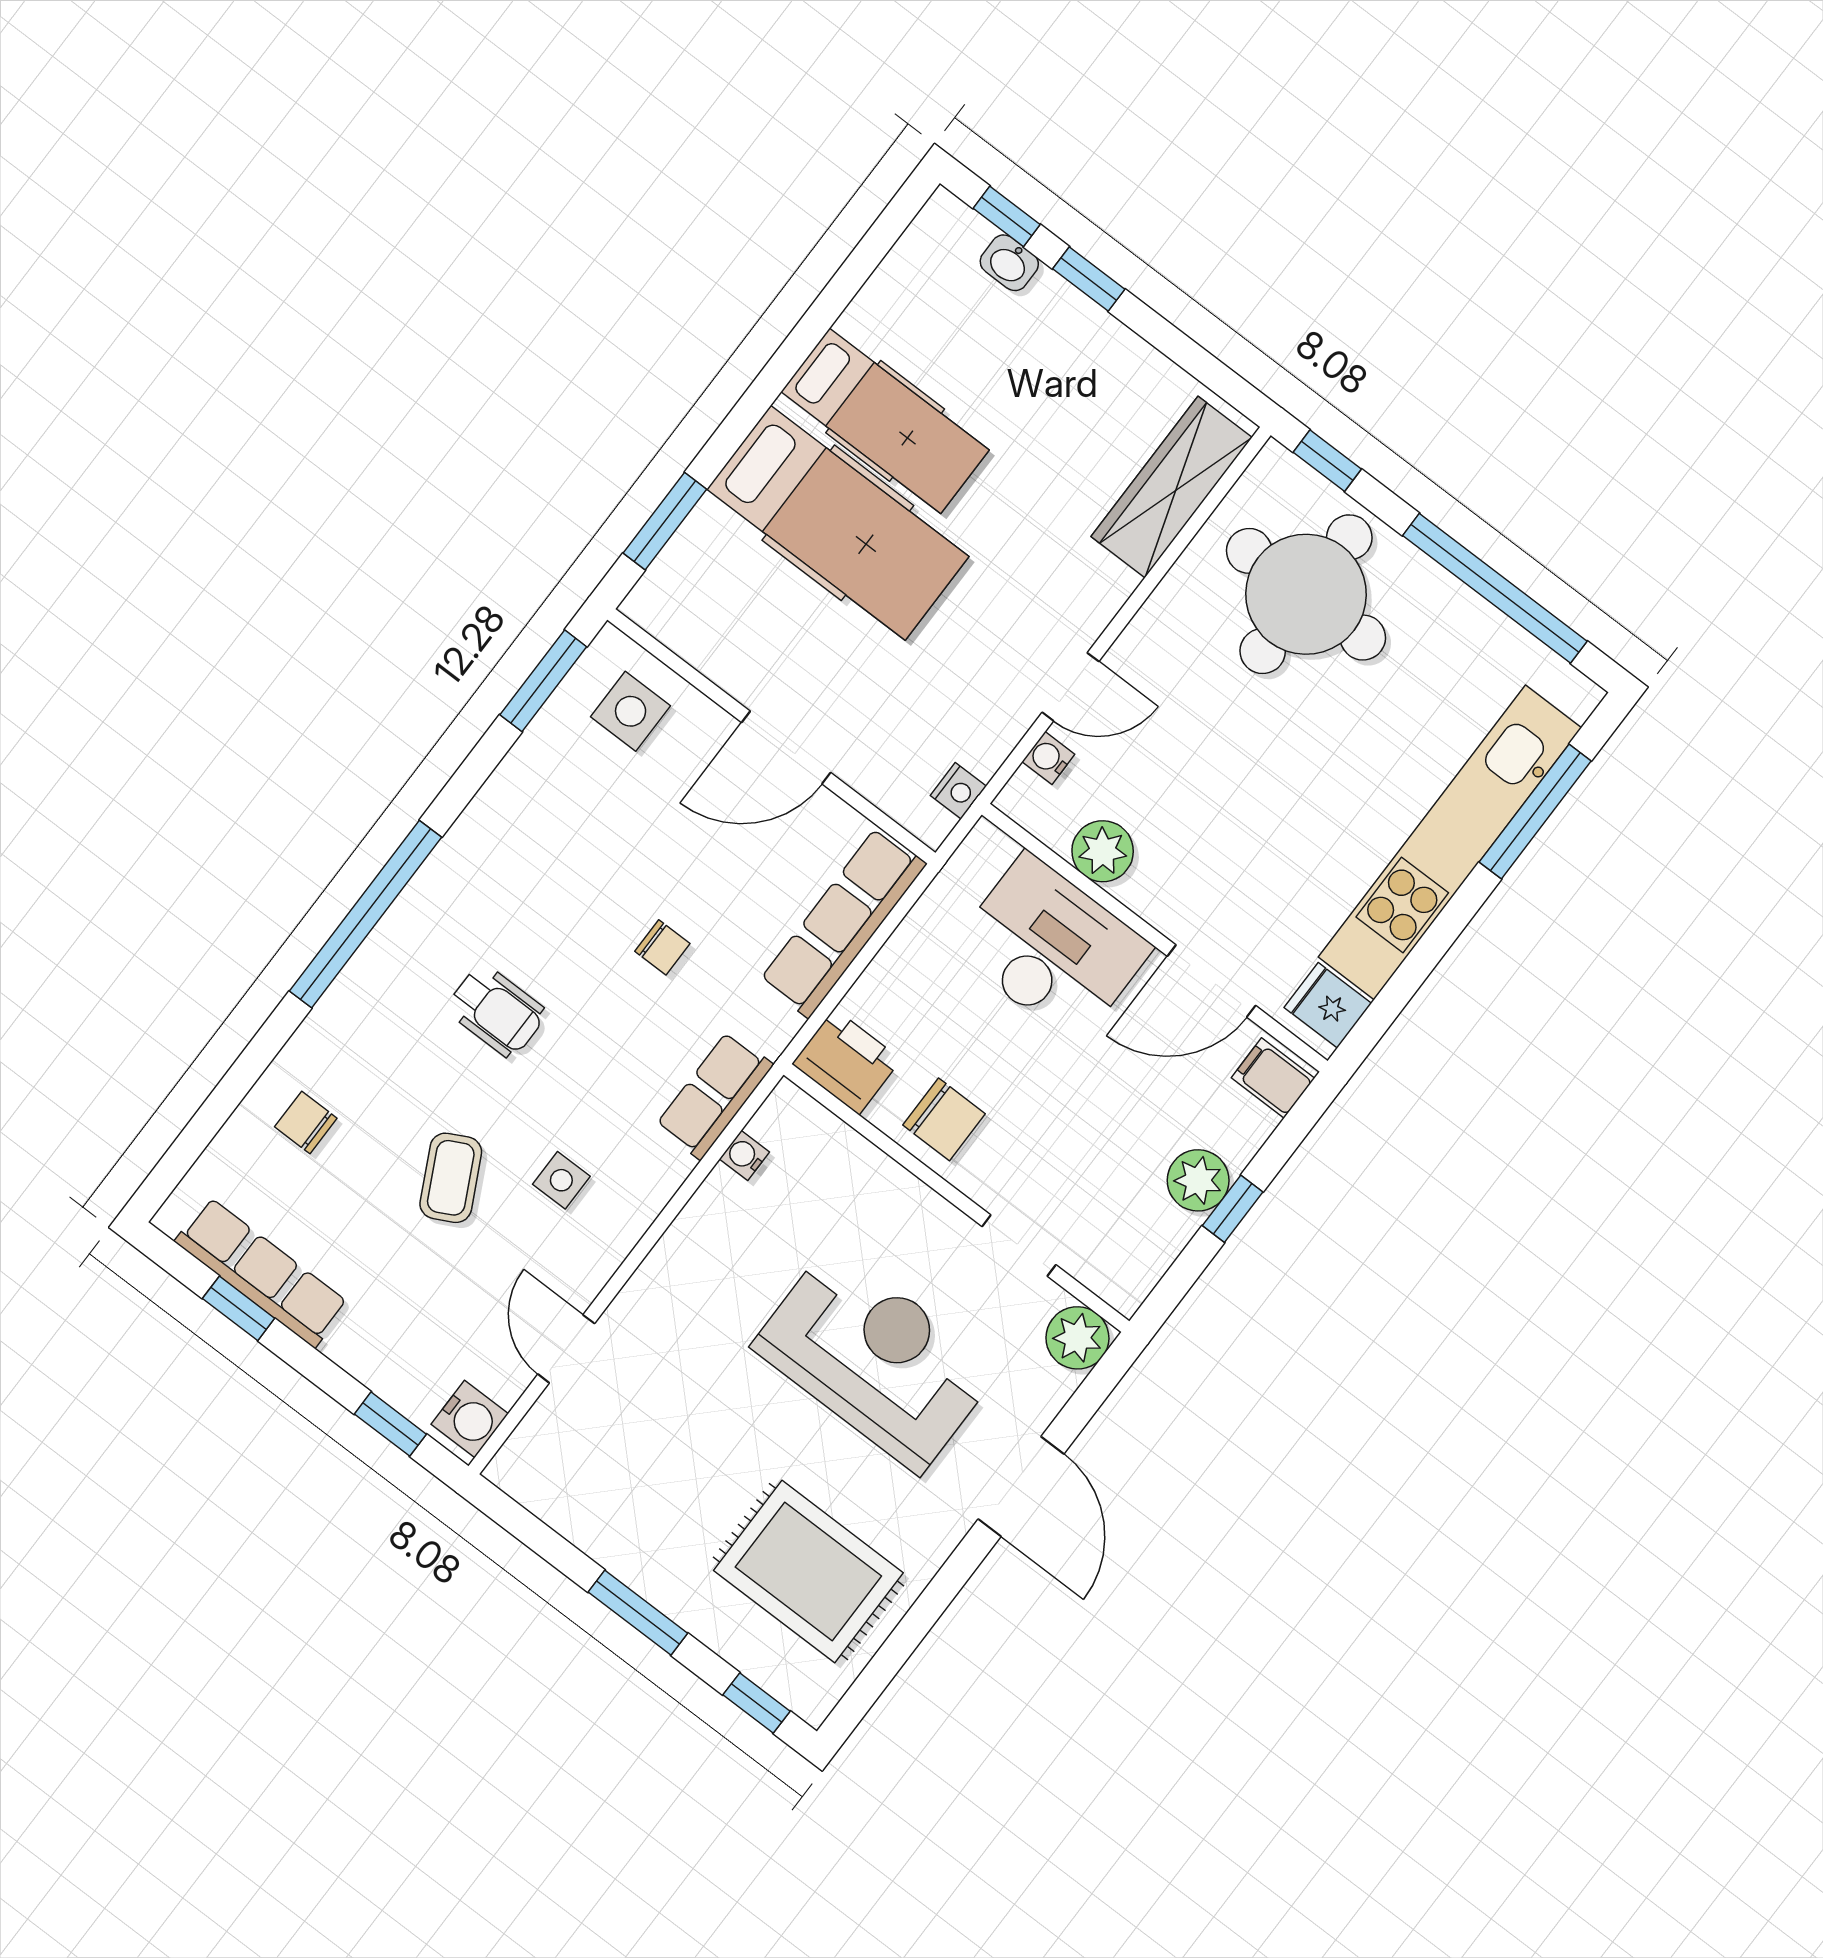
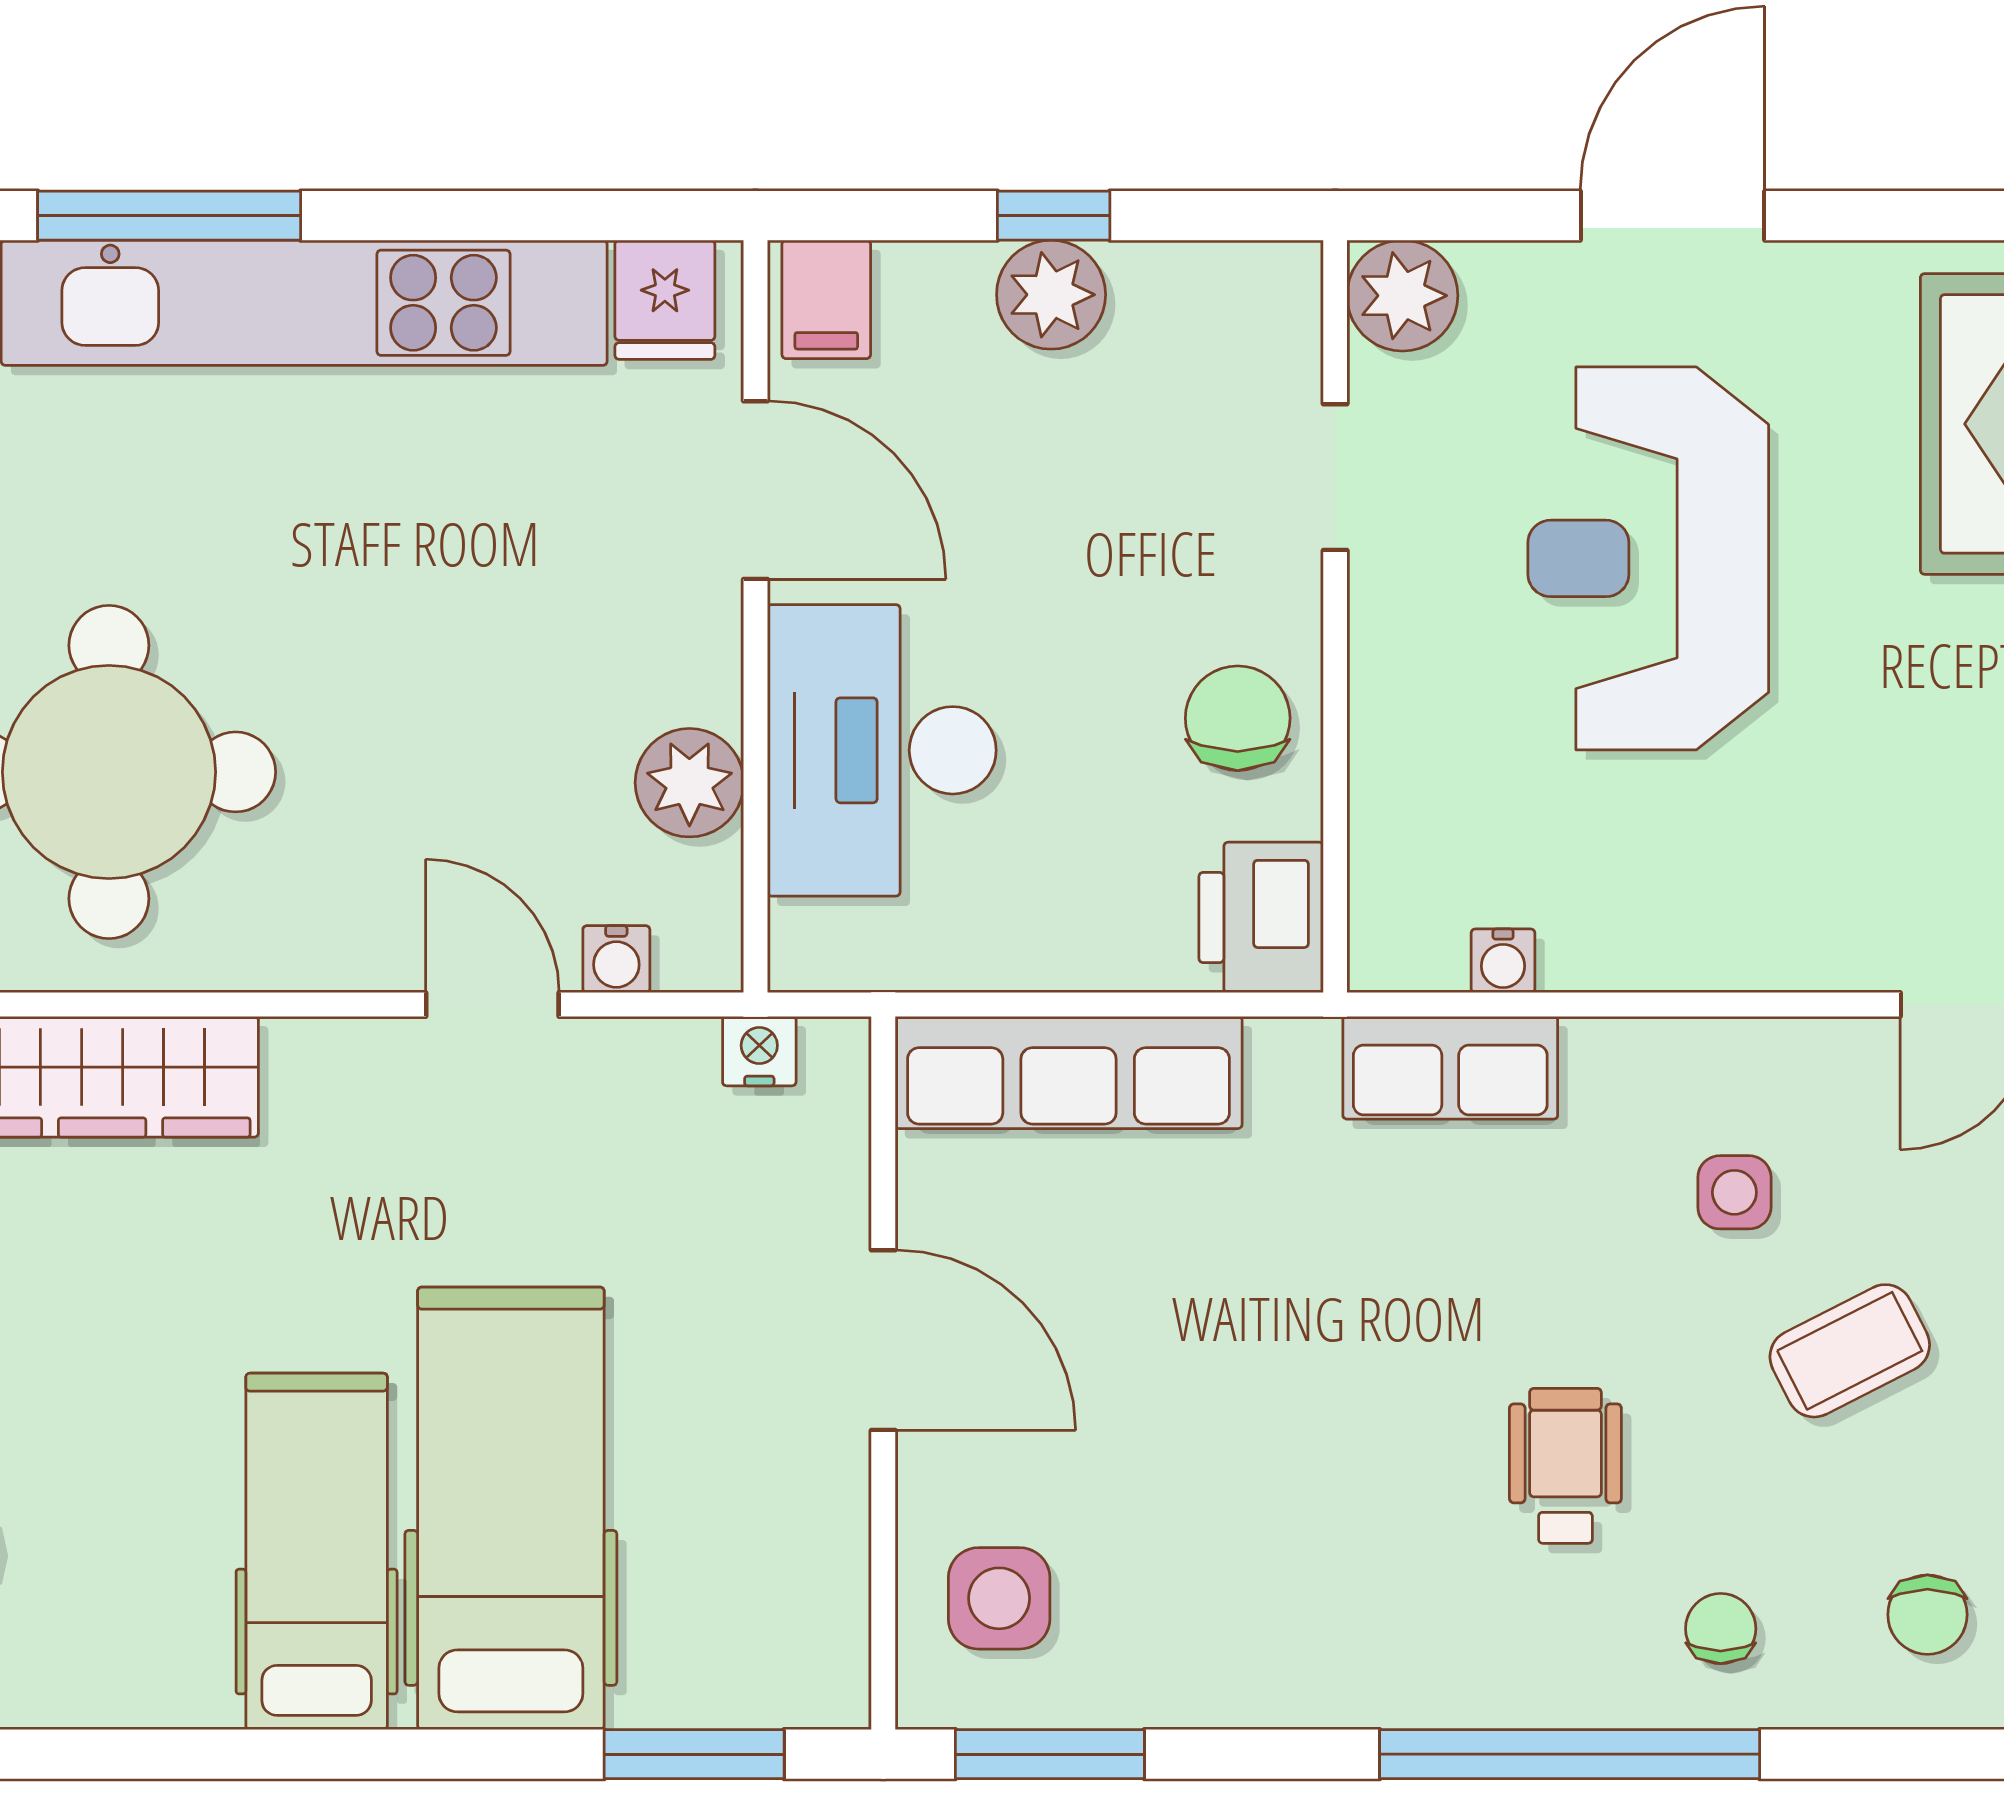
chair: (662, 947) -> (1721, 1629), moved

